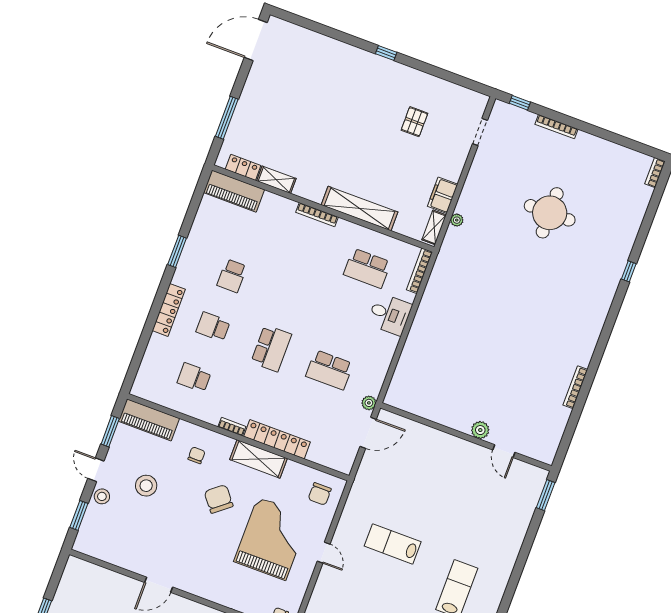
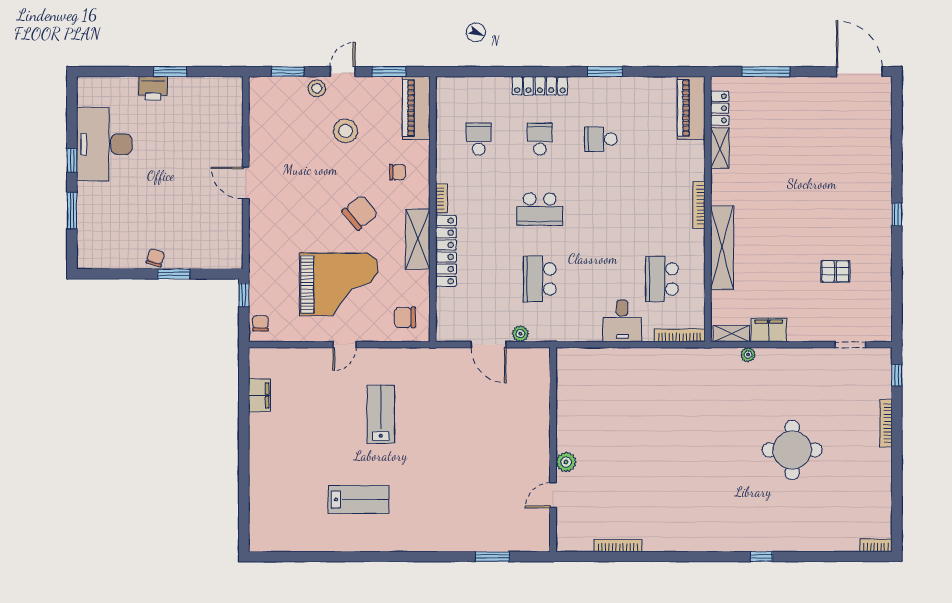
plant: (480, 430) -> (566, 462), moved
wall: (466, 437) -> (553, 450), moved
door: (504, 451) -> (553, 495), moved

